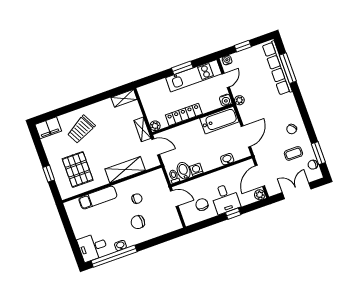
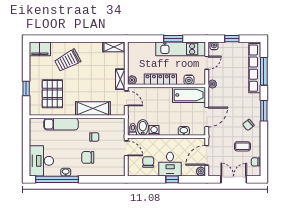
water cooler: (226, 100) -> (189, 80), moved
window: (318, 153) -> (264, 111), moved
desk: (93, 247) -> (41, 161), width x1.37

